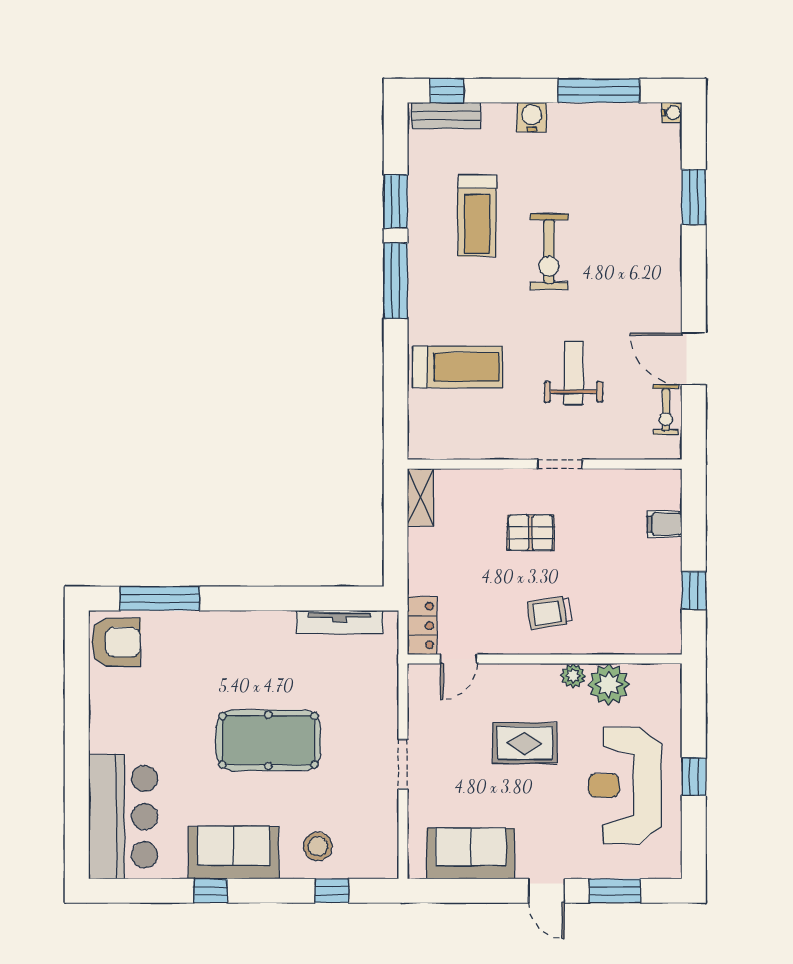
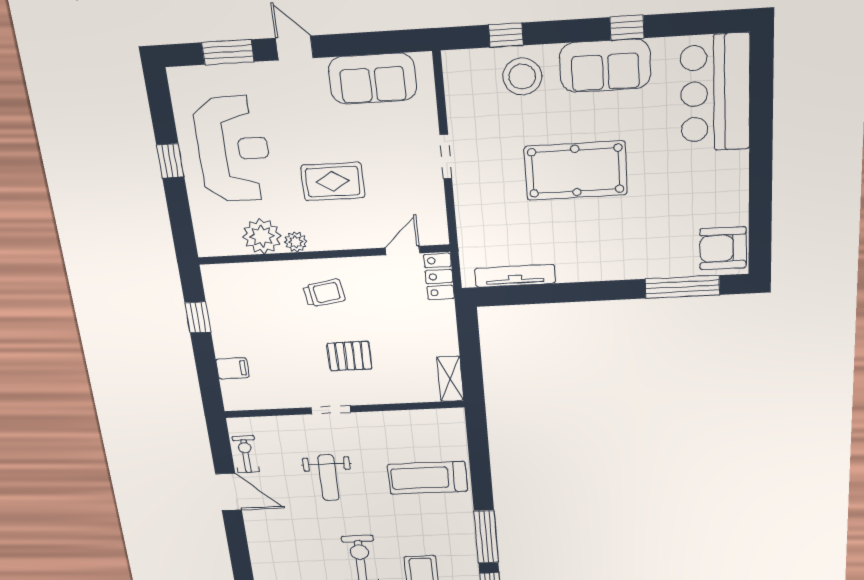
stool: (318, 846) -> (522, 76), width x1.38, depth x1.38

